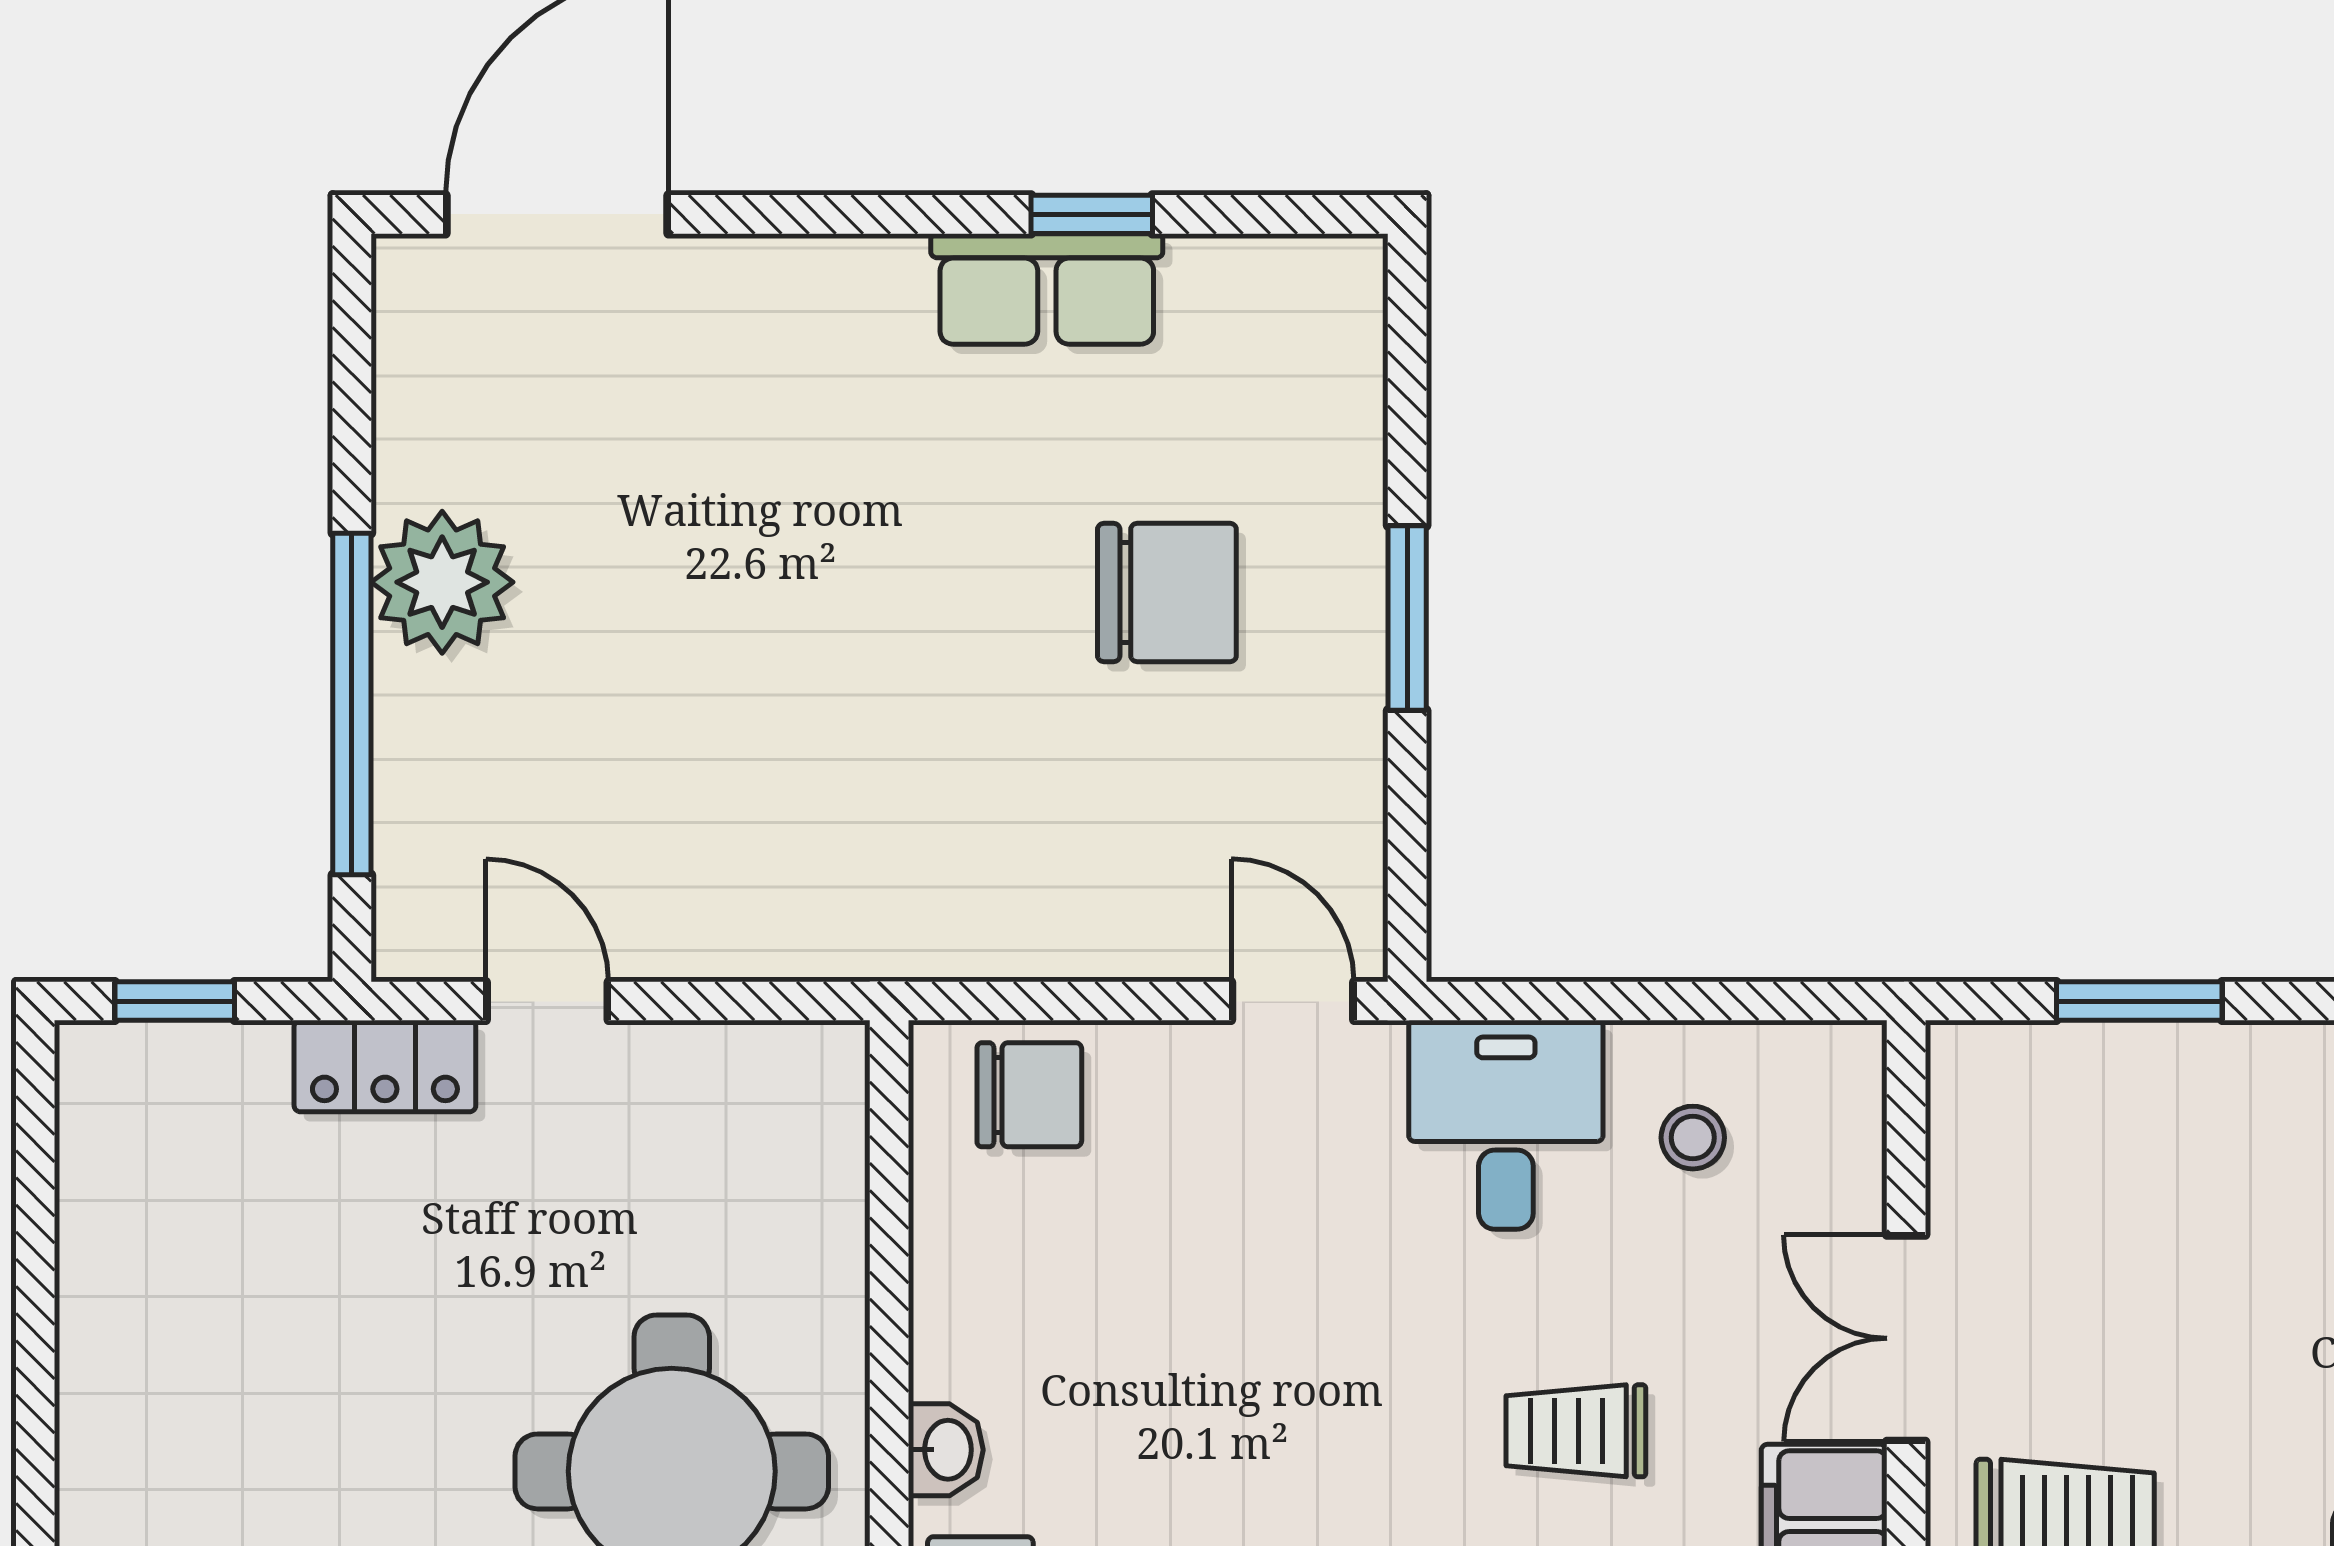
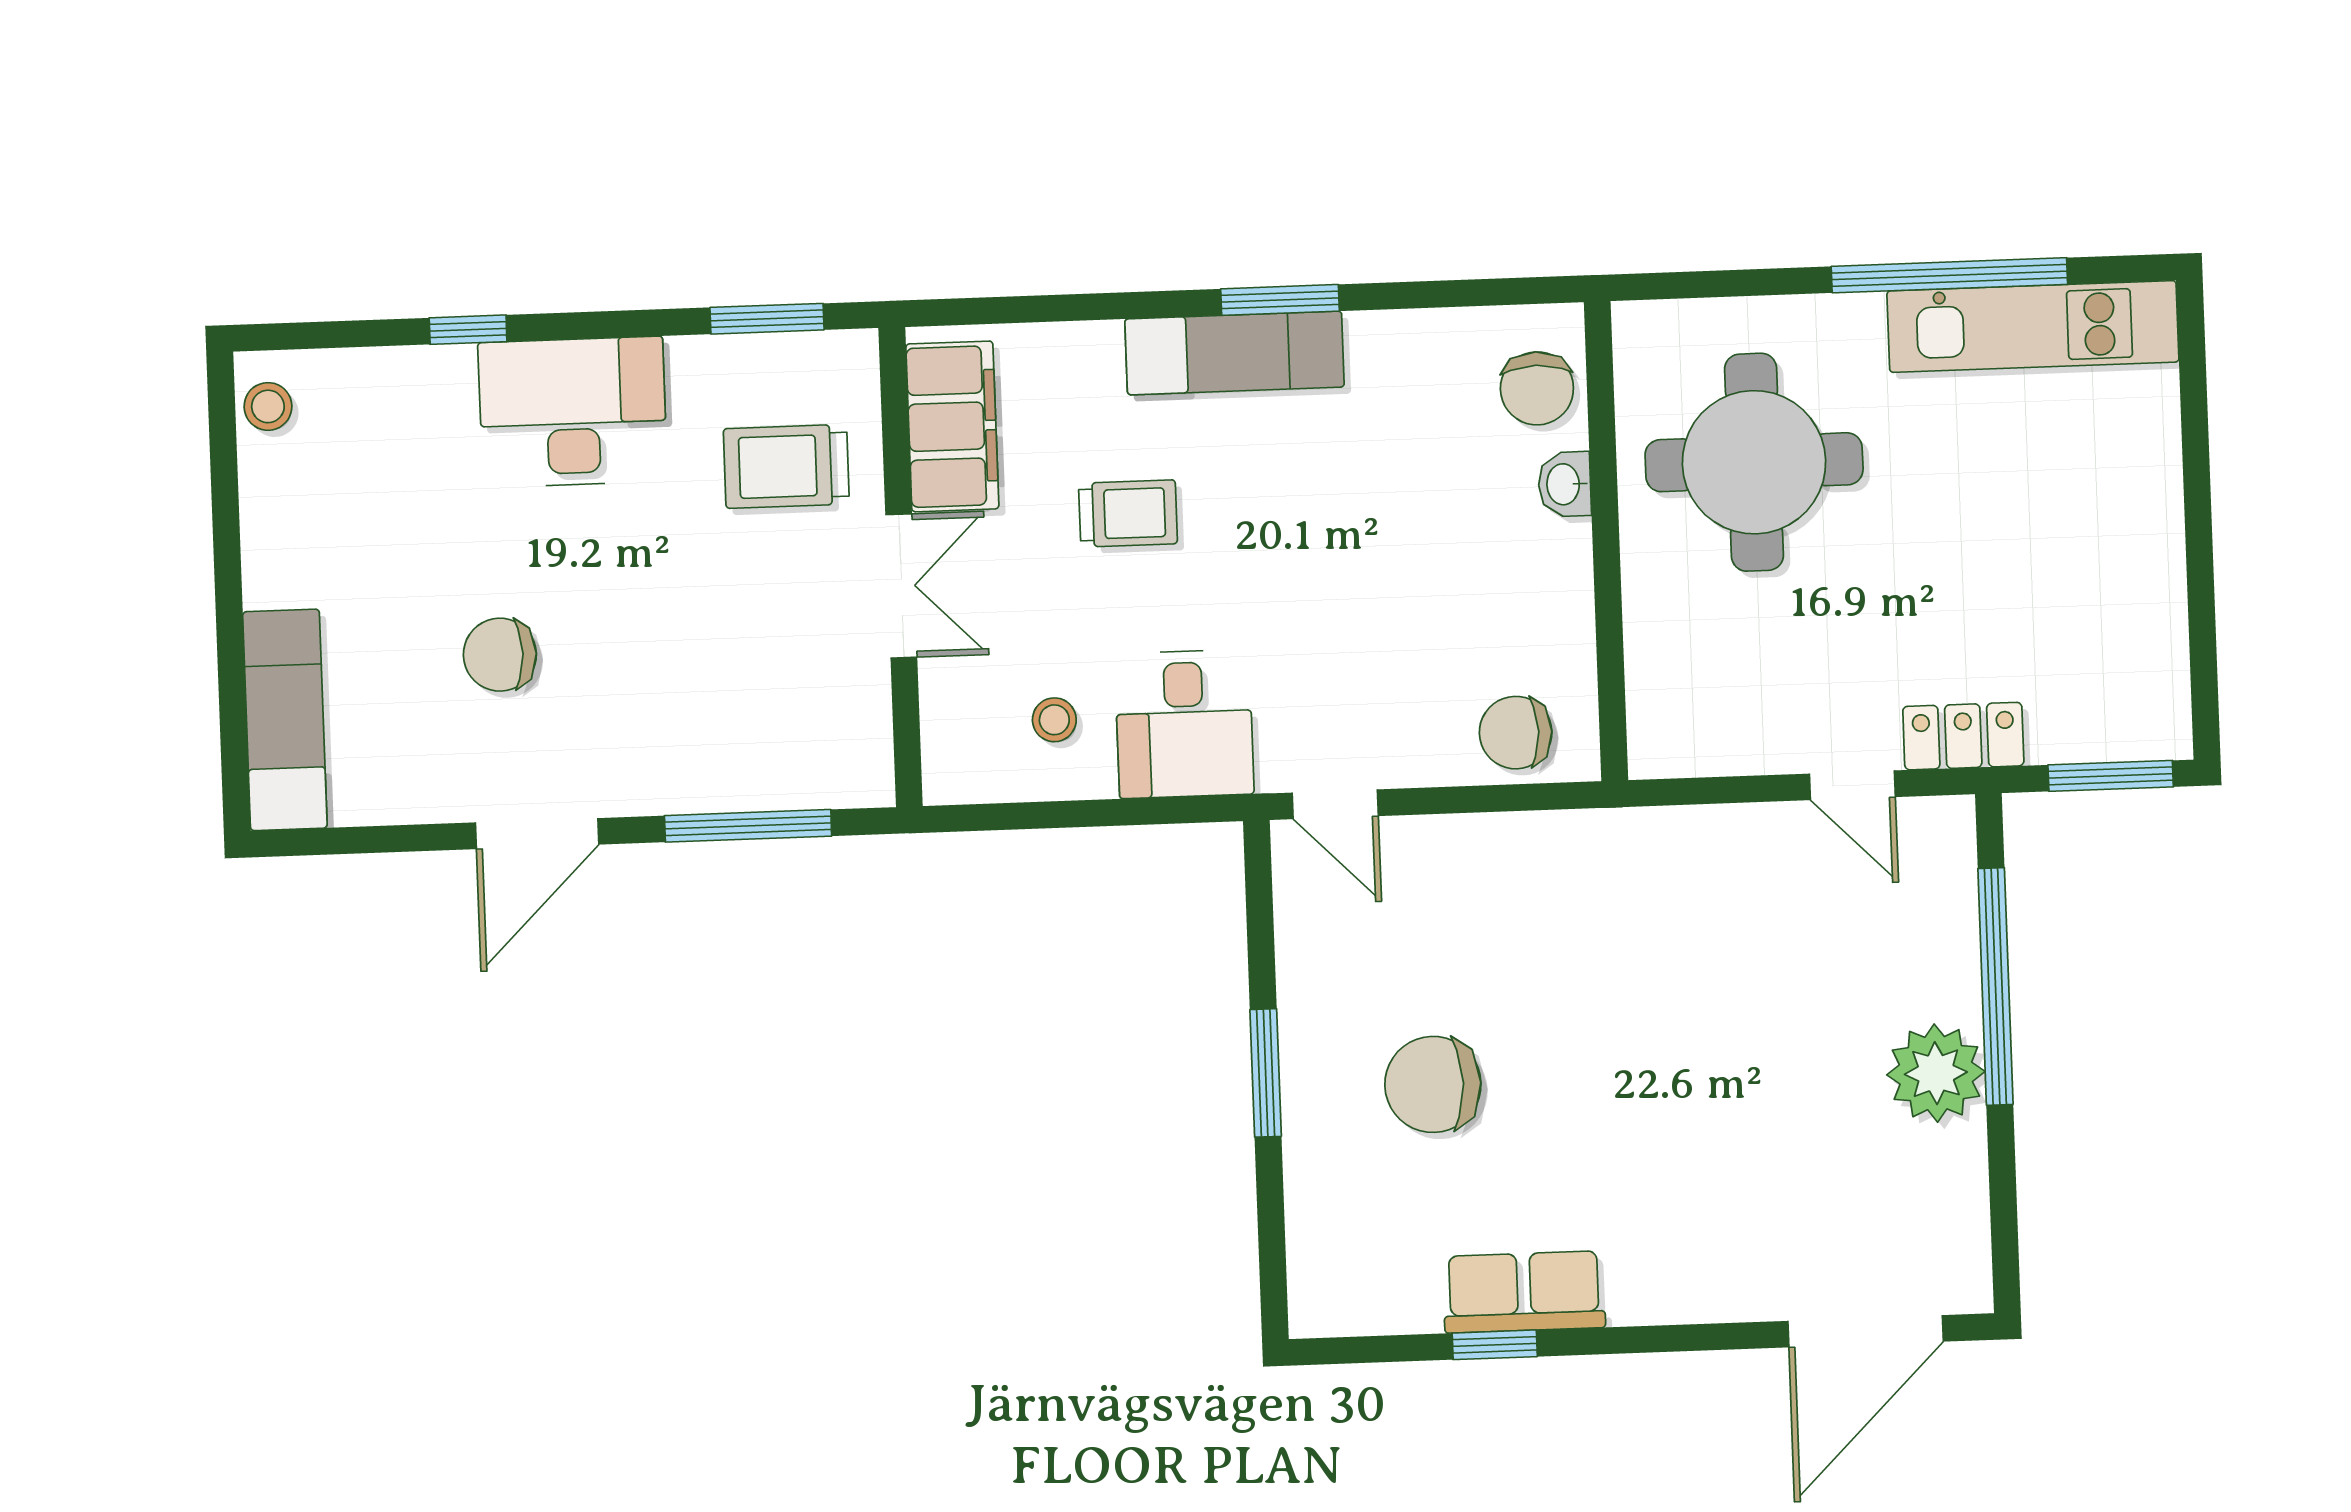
window: (175, 1001) -> (2111, 776), width x1.50
window: (2139, 1001) -> (748, 826), width x1.44

